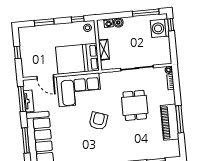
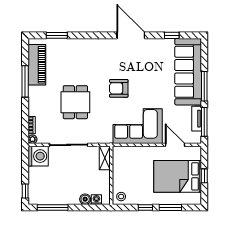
window: (78, 19) -> (145, 208), moved
washing machine: (160, 28) -> (38, 156), moved
shelving: (104, 50) -> (105, 158), moved
bed: (77, 59) -> (178, 176), moved, turned 180
armchair: (98, 121) -> (119, 88), turned 71
piano: (170, 122) -> (37, 65), moved
window: (26, 140) -> (204, 86), moved

